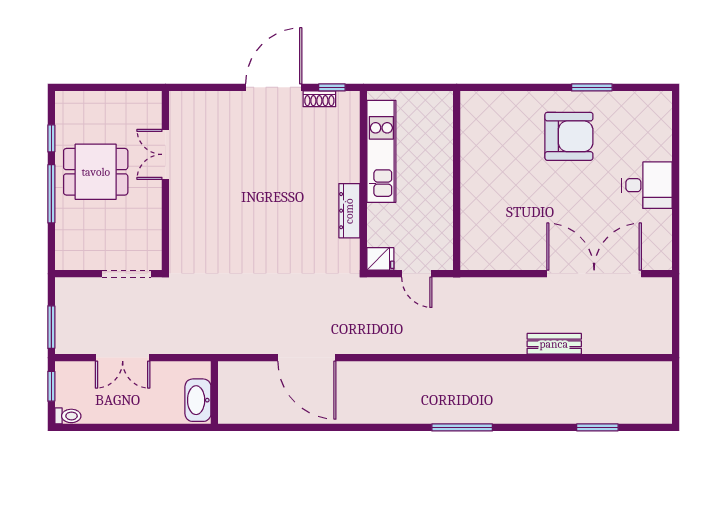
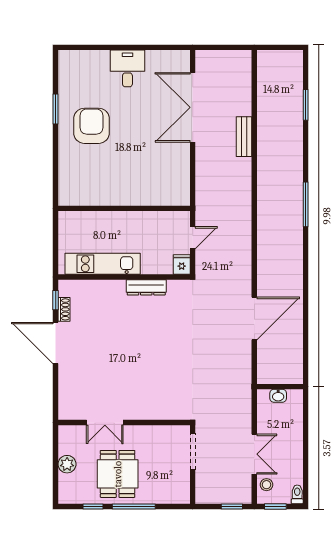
plant: (109, 103) -> (67, 464), added
window: (51, 327) -> (232, 507), width x0.67
stool: (81, 374) -> (267, 485), added
washbasin: (198, 400) -> (278, 396), width x0.52, depth x0.69

